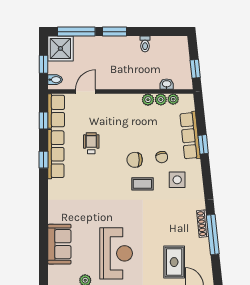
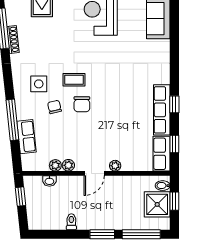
shower: (60, 48) -> (157, 204), moved
door: (85, 92) -> (94, 173), moved
plant: (173, 99) -> (115, 166), moved
row of seats: (190, 136) -> (26, 137), width x0.68
wheelchair: (91, 143) -> (126, 121), removed
window: (203, 144) -> (12, 120), width x2.17
chair: (135, 160) -> (82, 104), turned 90

